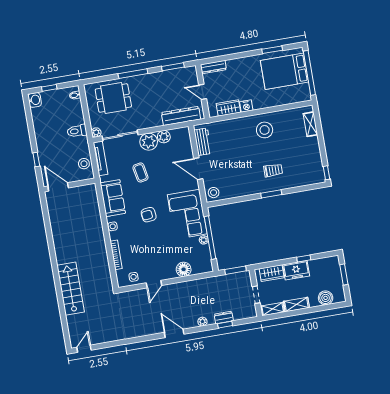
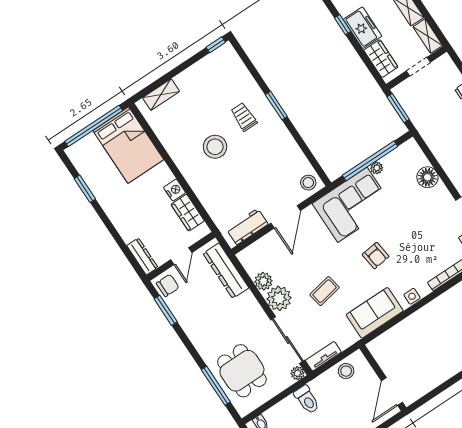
bed: (284, 71) -> (128, 145), moved
window: (133, 74) -> (216, 386), moved
chair: (188, 75) -> (168, 285), added
stool: (265, 130) -> (215, 147), moved
tv unit: (101, 158) -> (323, 356), width x0.71

